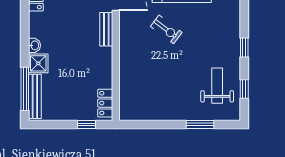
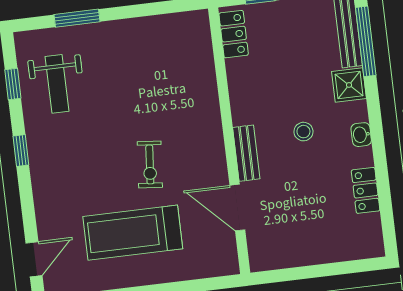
exercise bike: (166, 29) -> (150, 164), turned -122
stool: (70, 38) -> (303, 132), added
washbasin: (35, 45) -> (361, 135), moved

